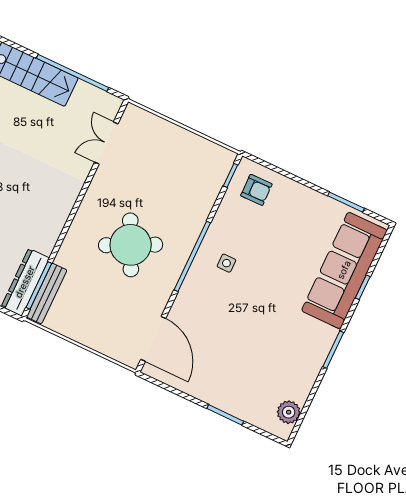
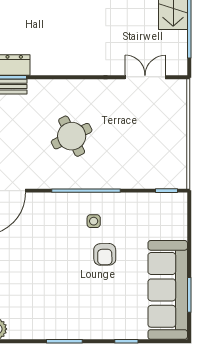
armchair: (256, 190) -> (105, 254), moved
round table: (131, 245) -> (72, 136), width x0.73, depth x0.73
sofa: (344, 270) -> (168, 290), moved, turned -90

